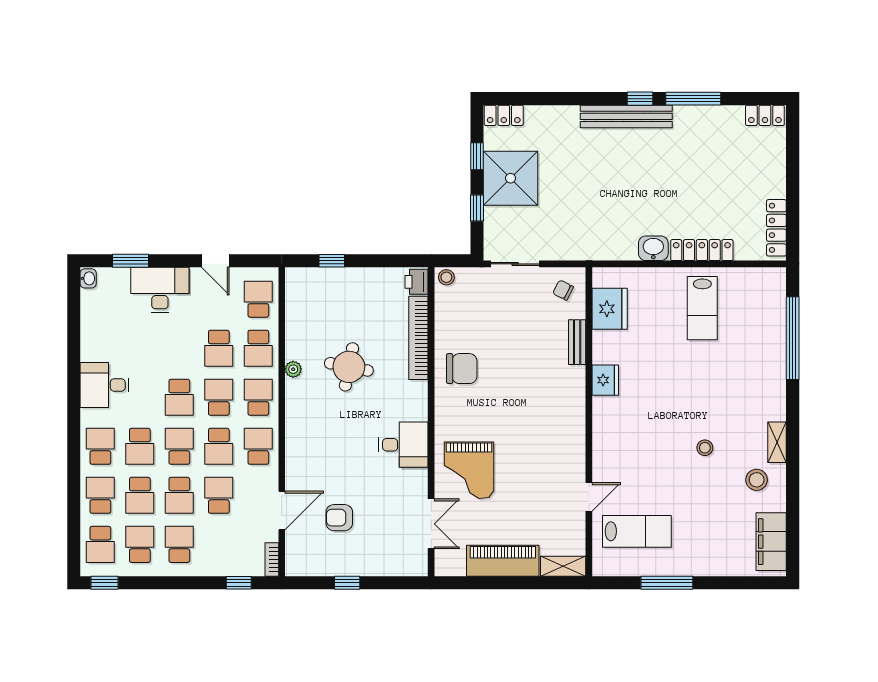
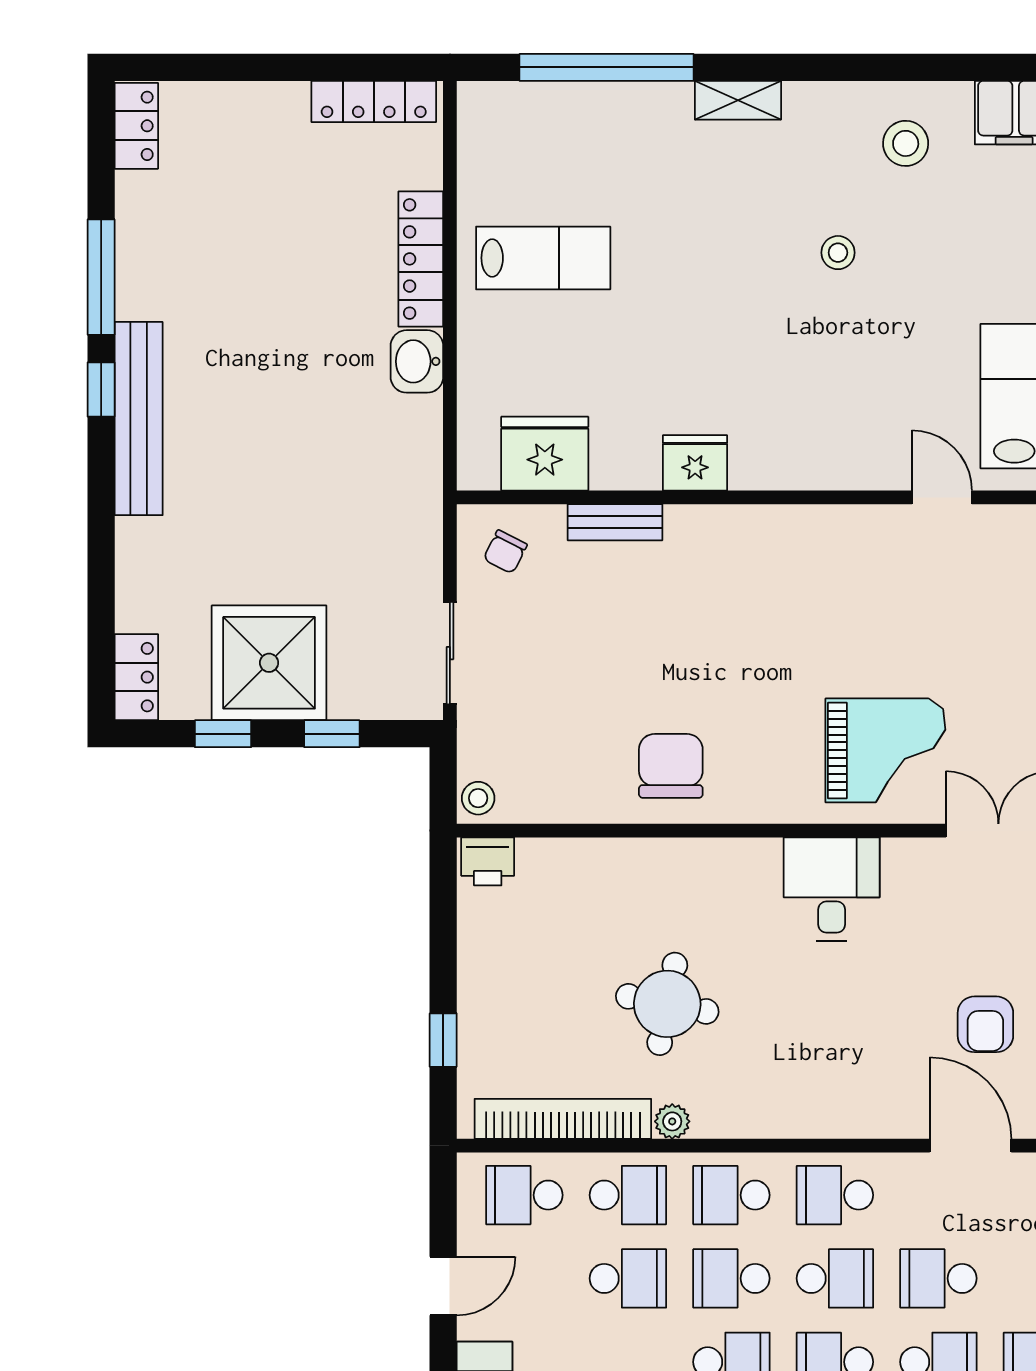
bookcase: (418, 338) -> (563, 1119), moved, turned 180
shelving: (777, 442) -> (738, 100), moved

